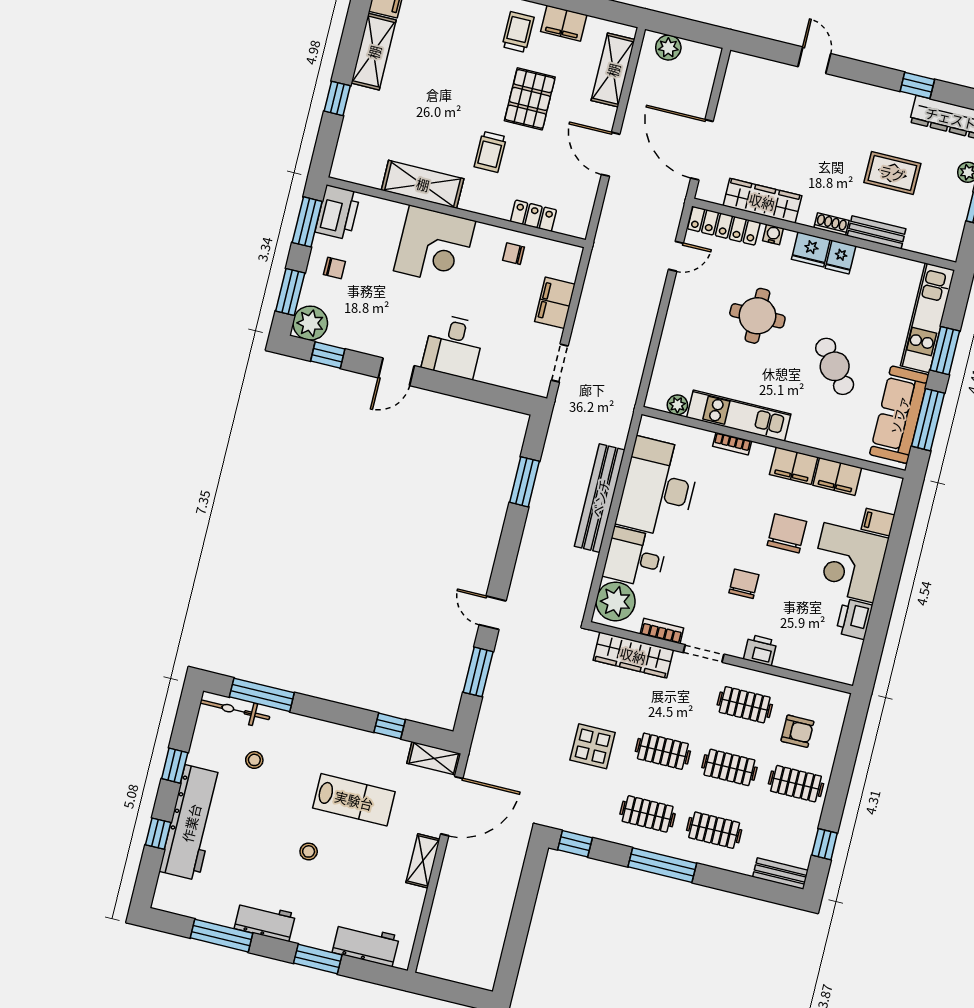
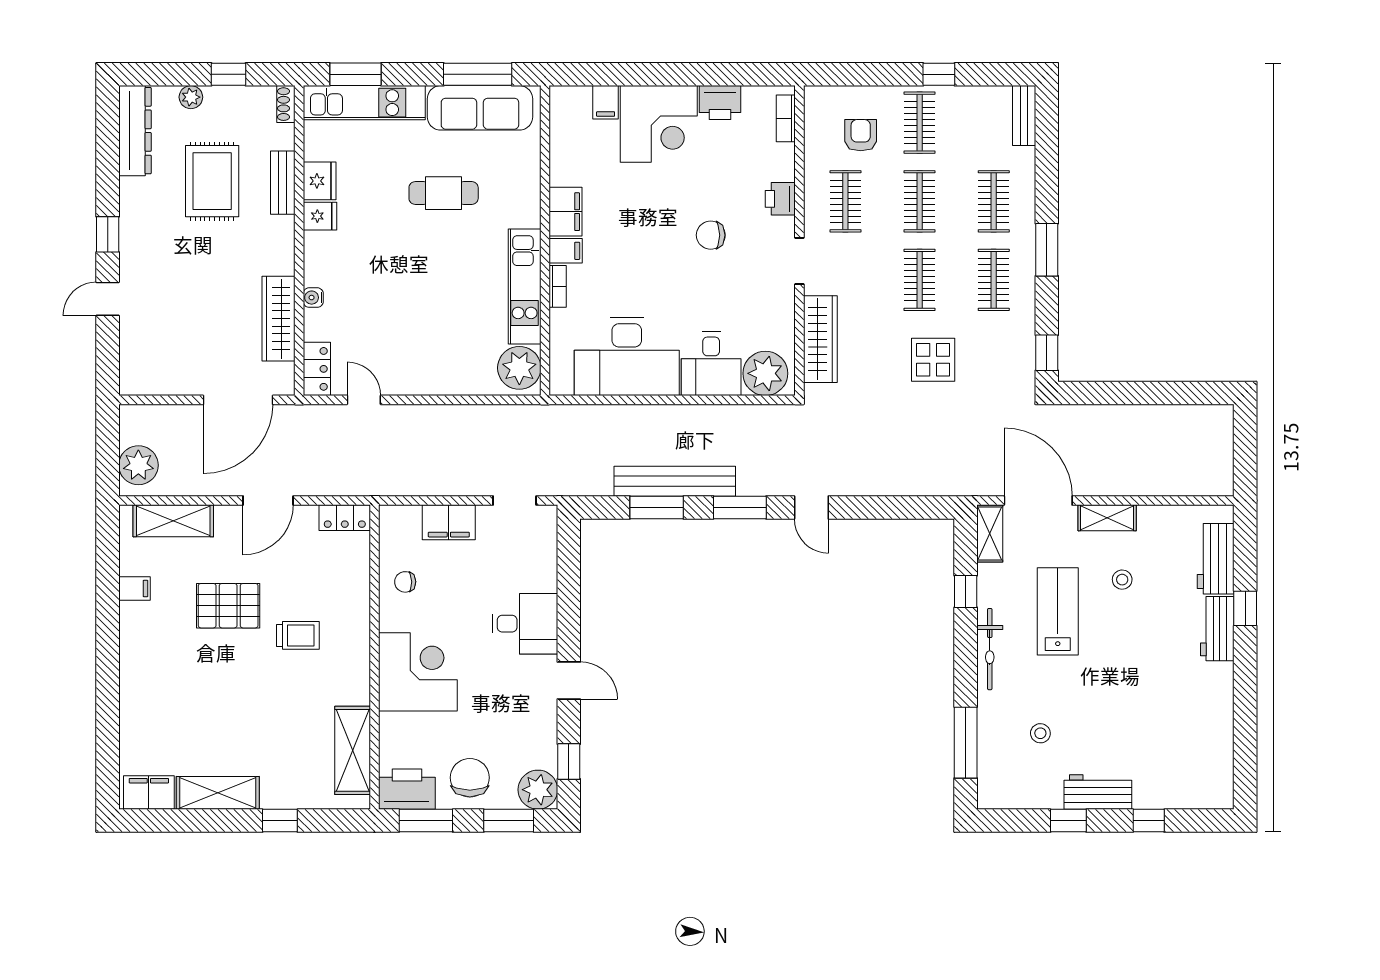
filing cabinet: (564, 23) -> (134, 588), width x0.50
trolley: (518, 32) -> (157, 637), removed
plant: (668, 48) -> (138, 465), width x1.36, depth x1.36
window: (917, 85) -> (108, 234), moved
rug: (892, 173) -> (212, 181), width x1.36, depth x1.43
shelving: (423, 184) -> (353, 750), moved
locker: (533, 216) -> (345, 518), moved, turned -90
shoe rack: (831, 224) -> (286, 104), moved
locker: (724, 226) -> (317, 369), width x0.66
fridge: (811, 249) -> (320, 181), moved
chair: (513, 254) -> (405, 582), turned 89
chair: (334, 268) -> (470, 778), width x1.87, depth x1.87
round table: (757, 316) -> (408, 293), removed
window: (945, 351) -> (355, 74), moved
cafe table: (835, 366) -> (444, 193), turned 39
plant: (677, 405) -> (519, 368), width x1.87, depth x1.87
filing cabinet: (837, 476) -> (566, 251), moved, width x0.50
bench: (600, 498) -> (675, 481), moved
chair: (787, 533) -> (643, 201), removed
door: (493, 613) -> (811, 508), hinge flipped
bookcase: (662, 631) -> (786, 118), moved
window: (478, 672) -> (740, 508), moved
bicycle: (235, 710) -> (990, 649), moved
workbench: (191, 823) -> (1098, 792), width x0.53, depth x0.76
window: (825, 844) -> (939, 74), moved
stool: (309, 851) -> (1122, 580), moved
window: (662, 865) -> (1047, 250), width x0.69
workbench: (265, 921) -> (1217, 629), moved
window: (222, 936) -> (1245, 722), removed
window: (318, 959) -> (1245, 608), width x0.67

